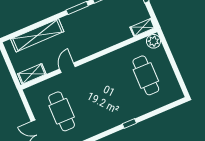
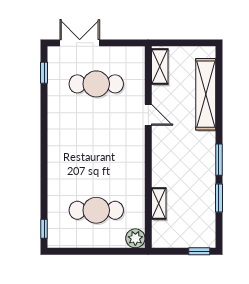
shelving: (143, 27) -> (159, 204), moved
window: (129, 124) -> (44, 229), moved

